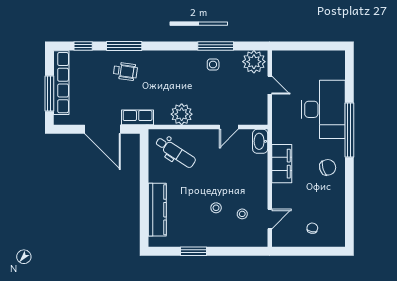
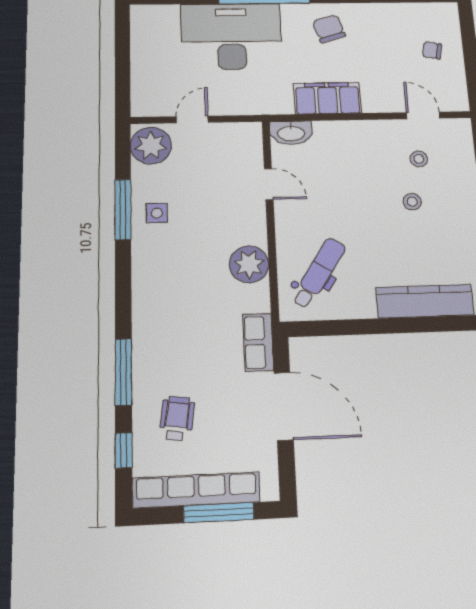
wheelchair: (125, 71) -> (177, 418), moved
door: (102, 129) -> (284, 406), hinge flipped

